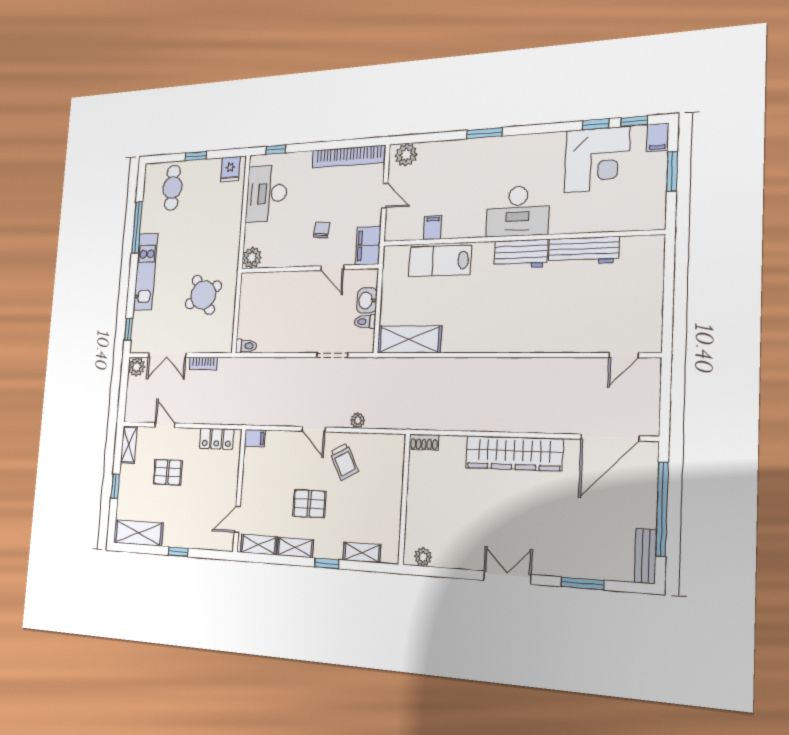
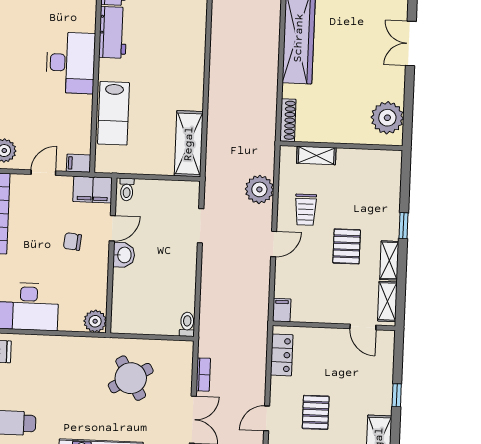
desk: (518, 211) -> (71, 63), moved
filing cabinet: (433, 228) -> (79, 163), moved
washbasin: (367, 300) -> (124, 255), moved, turned -90
toilet: (365, 322) -> (127, 189), moved
plant: (358, 420) -> (259, 189), width x1.88, depth x1.88
shoe rack: (424, 442) -> (288, 120), width x1.43
trolley: (344, 462) -> (306, 210), turned 117
shelving: (362, 552) -> (316, 155), moved, turned 90
plant: (423, 557) -> (387, 118), width x1.87, depth x1.87

